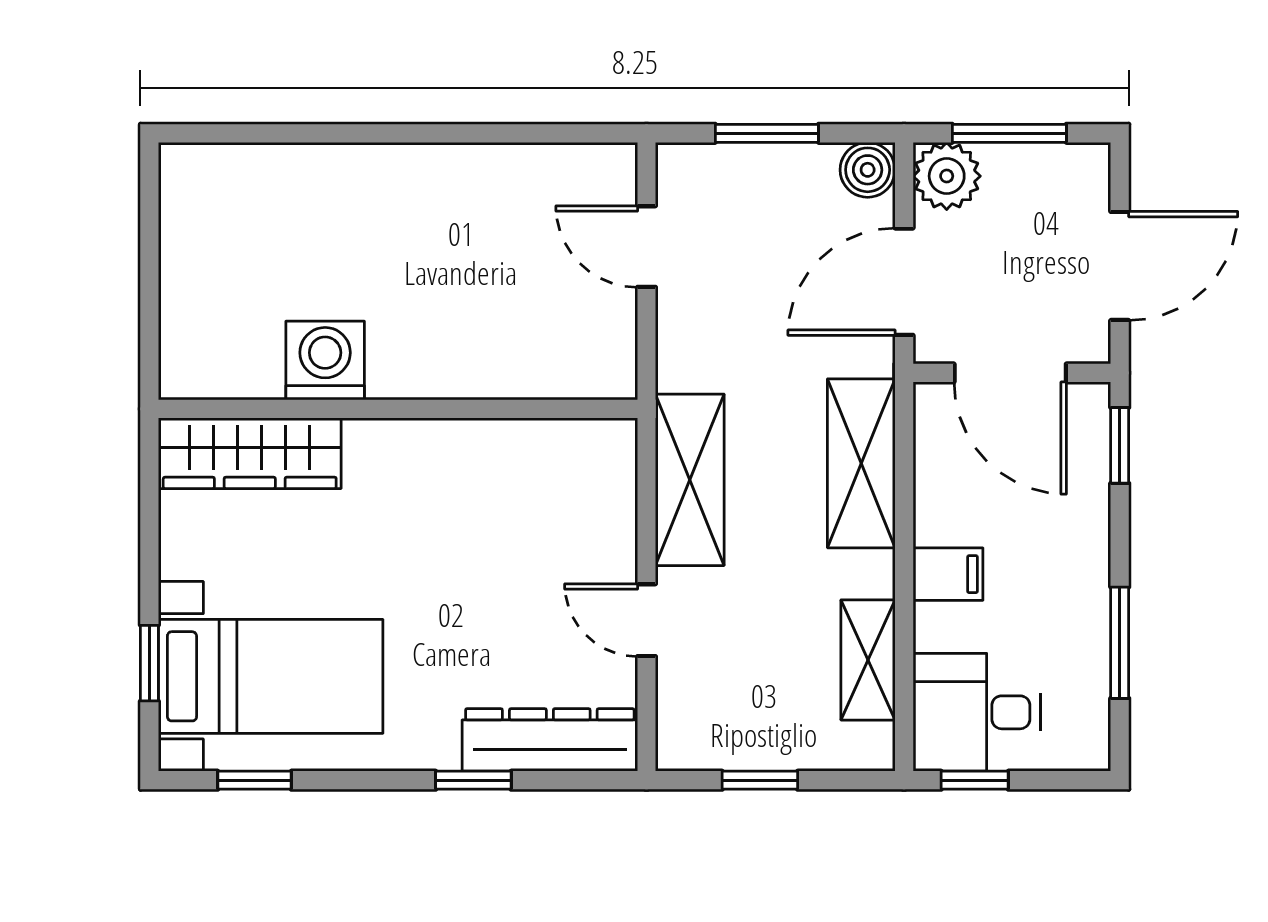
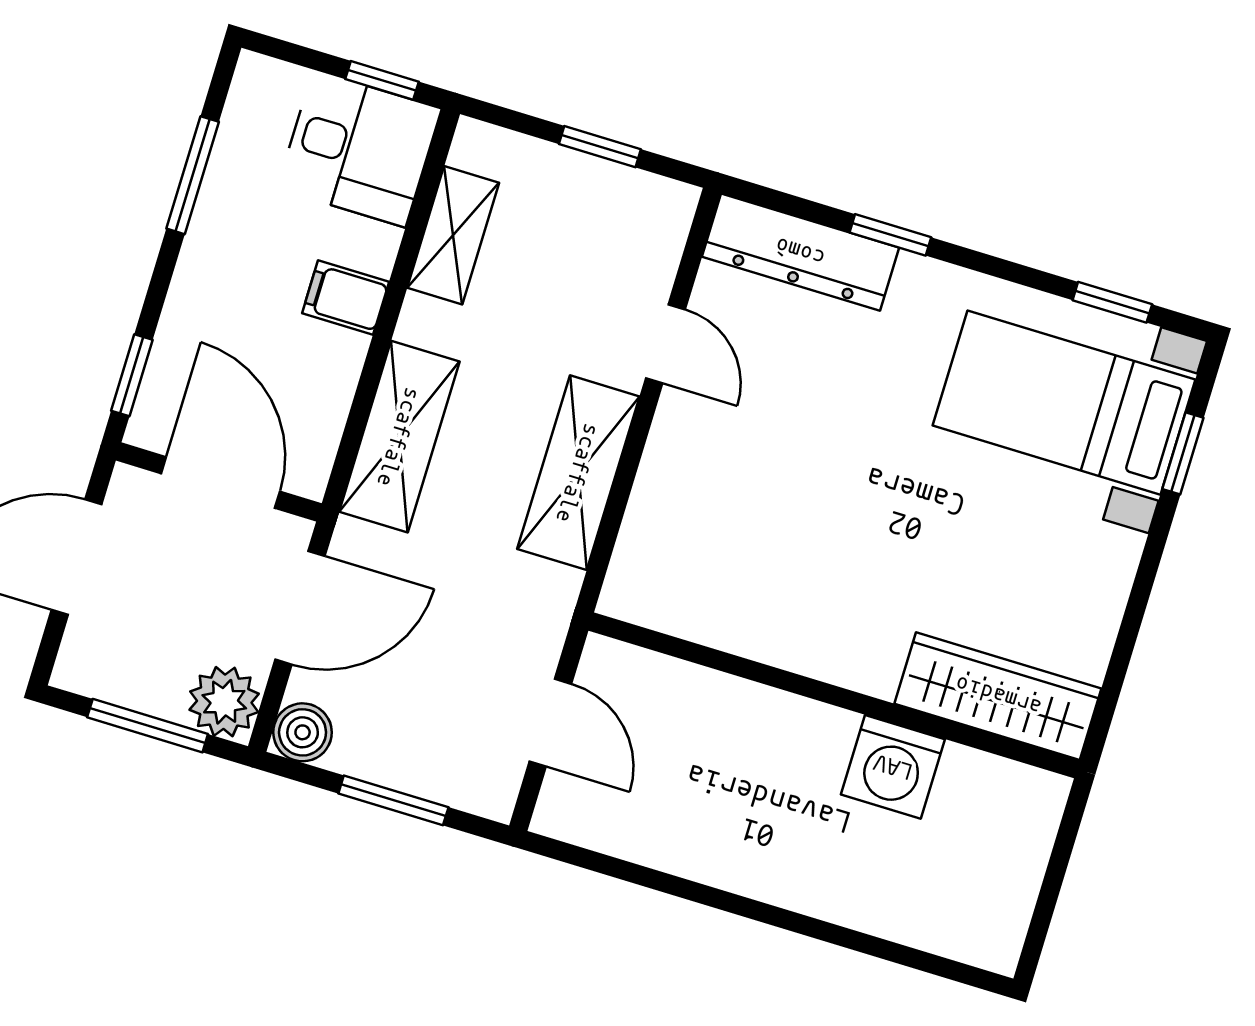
washing machine: (325, 361) -> (893, 767), moved
wall: (398, 409) -> (834, 695), moved
wardrobe: (250, 453) -> (998, 696), moved

